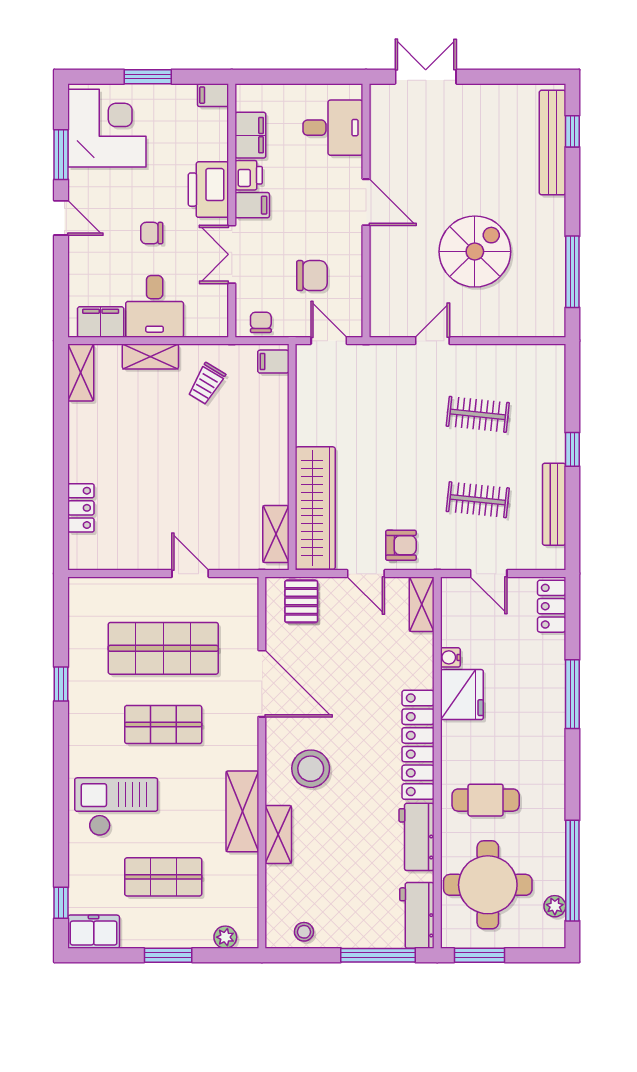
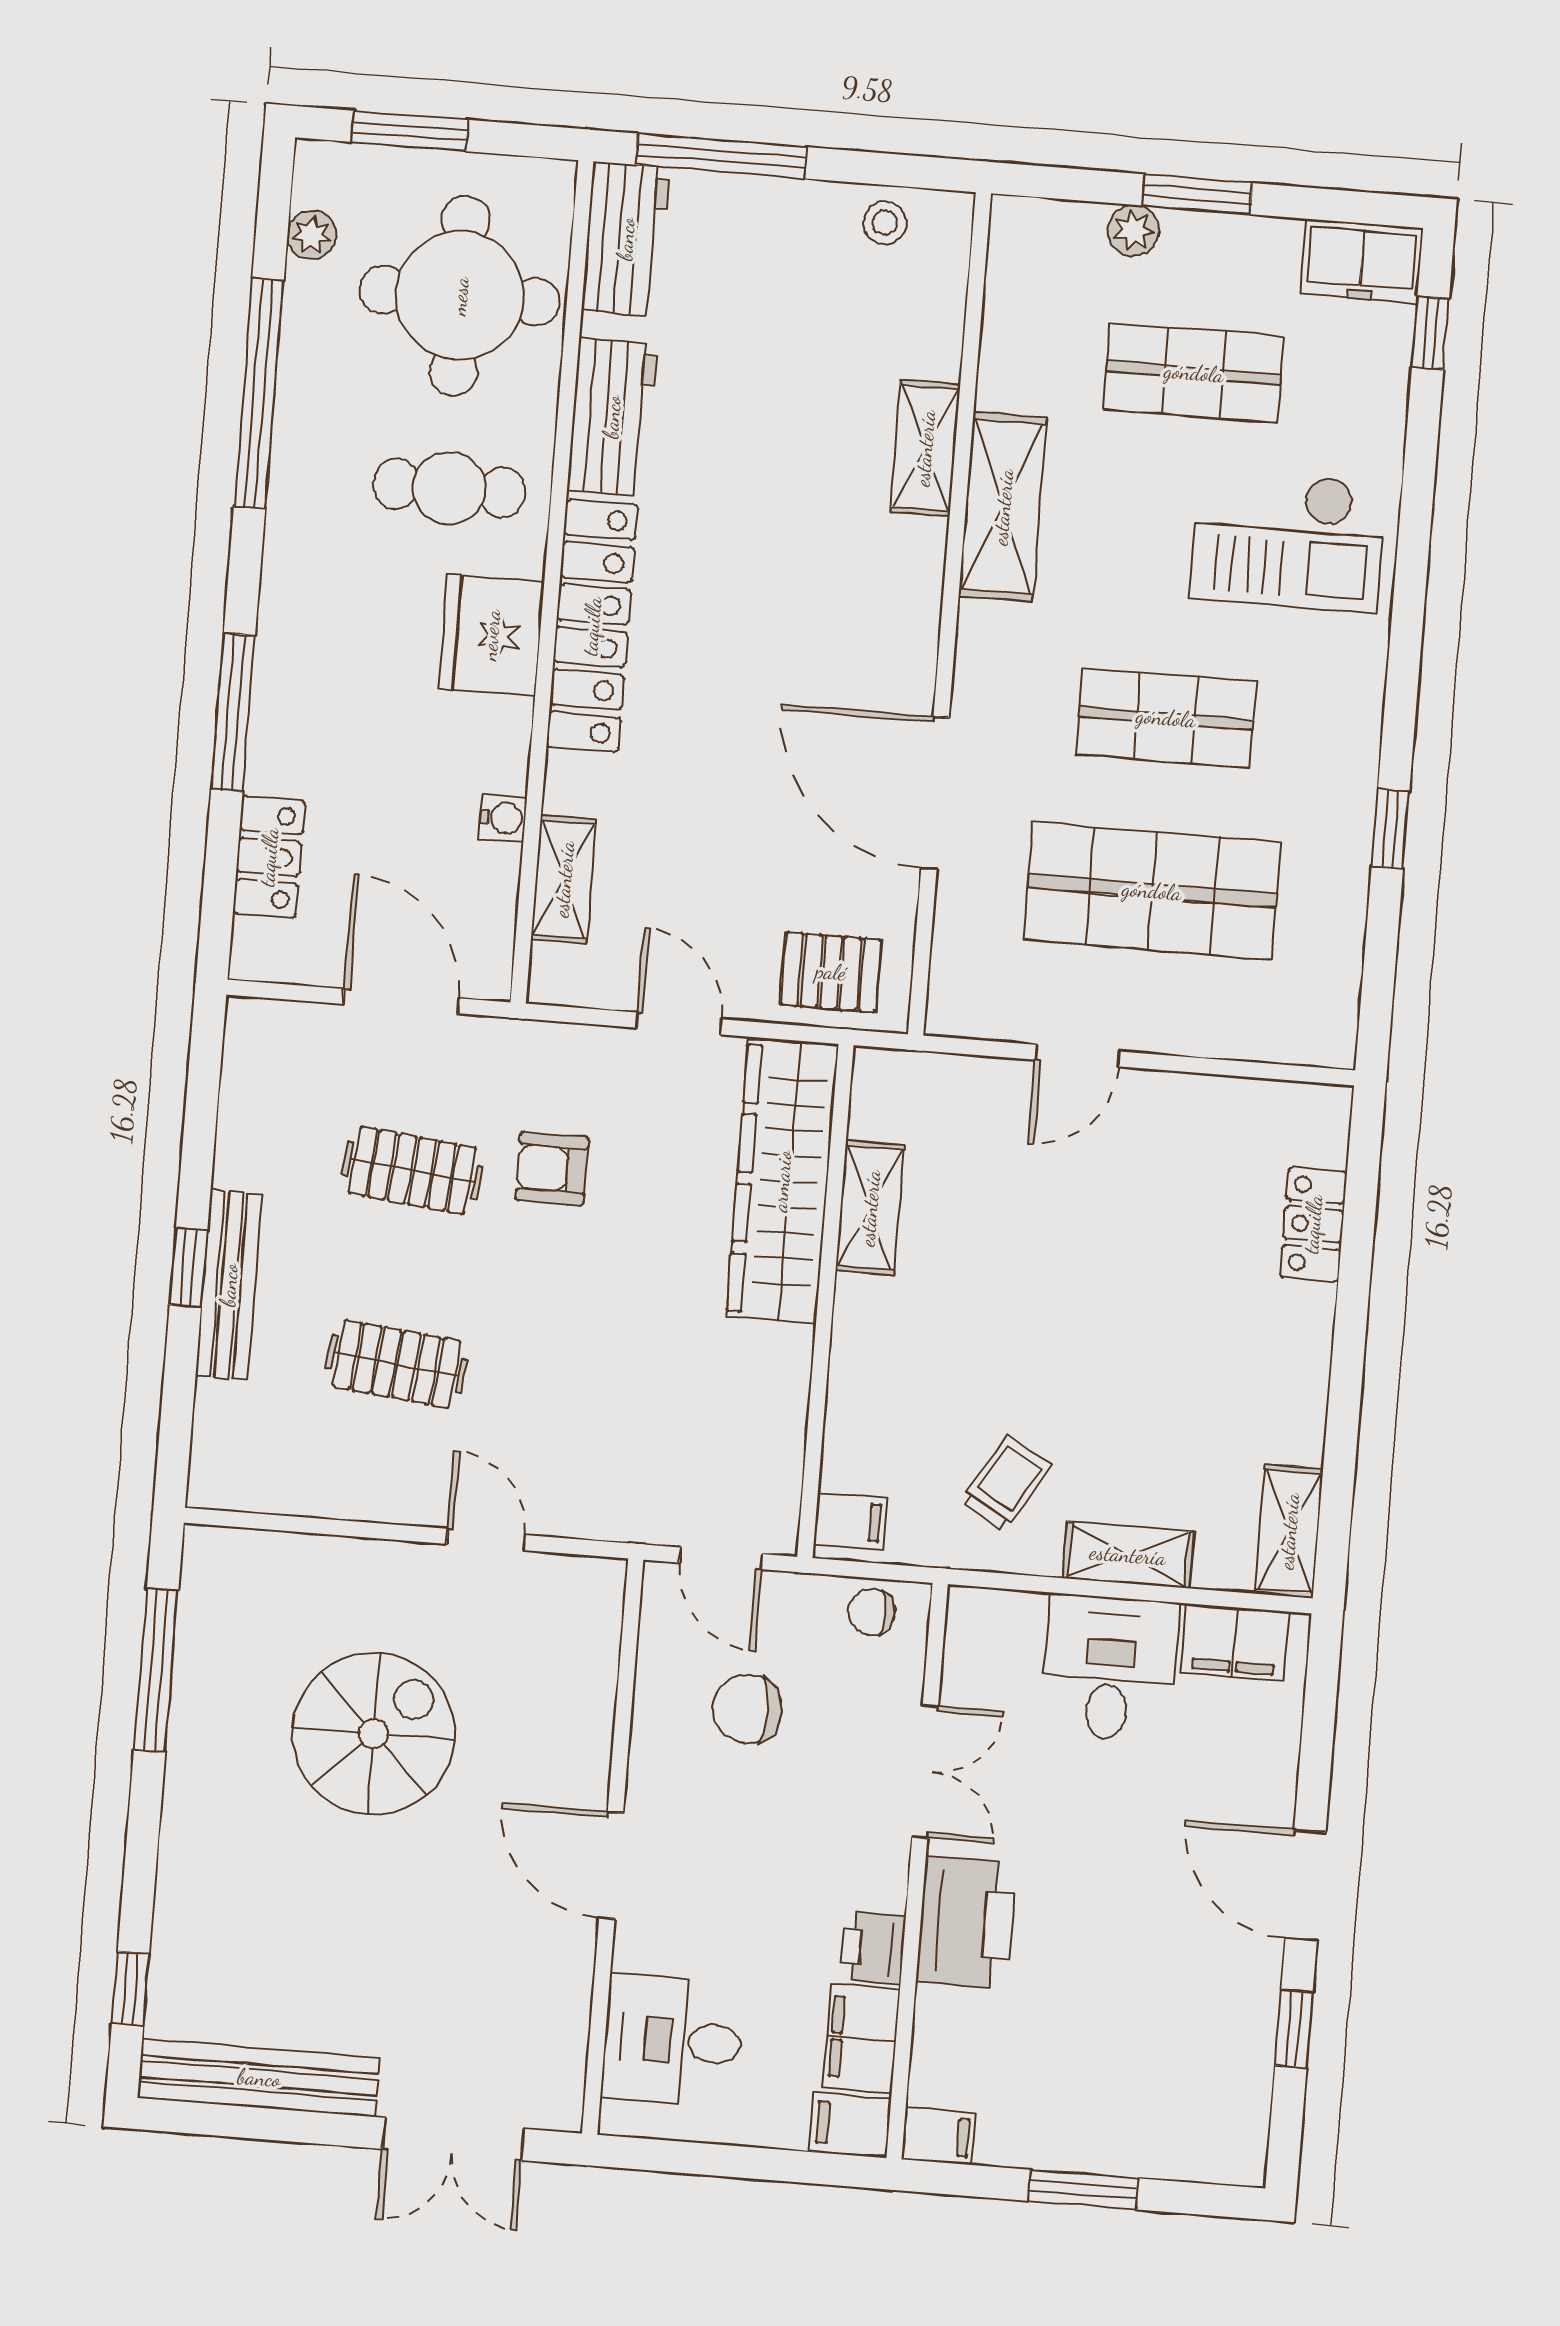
corner desk: (107, 128) -> (1185, 2080), removed
bench: (552, 143) -> (259, 2078), moved, turned 90
window: (61, 155) -> (1294, 2029), width x0.67
filing cabinet: (252, 205) -> (850, 2124), moved
door: (61, 218) -> (1305, 1885), width x1.38
chair: (152, 233) -> (1103, 1834), removed
spiral stairs: (475, 252) -> (374, 1734), turned 180
chair: (261, 322) -> (872, 1612), turned 90
door: (432, 341) -> (486, 1539), swing flipped
bench: (554, 504) -> (229, 1285), moved
shelving: (276, 534) -> (870, 1208), moved
armchair: (401, 545) -> (552, 1169), moved
door: (190, 574) -> (1078, 1056), hinge flipped
door: (489, 574) -> (401, 1001), width x1.38
pallet: (301, 601) -> (831, 972), turned 90
shelving: (422, 604) -> (564, 879), moved
locker: (552, 606) -> (269, 857), moved
fridge: (462, 695) -> (491, 635), moved
stool: (311, 769) -> (840, 591), removed
window: (572, 871) -> (259, 393), moved
plant: (225, 937) -> (1134, 230), moved
window: (479, 955) -> (410, 131), moved

